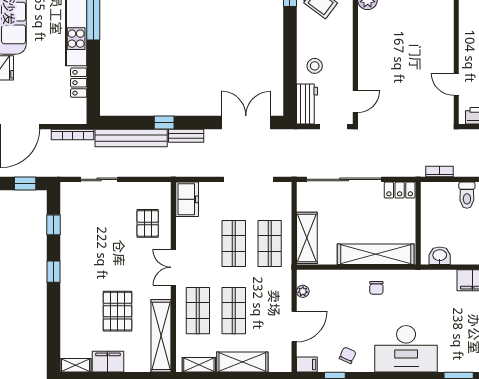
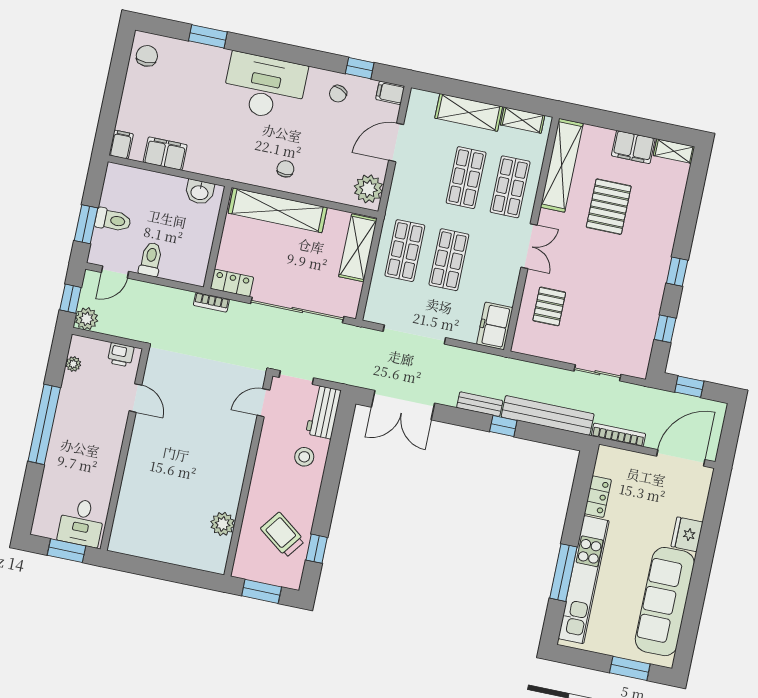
bookcase: (440, 172) -> (211, 302), moved
plant: (303, 291) -> (368, 189), width x1.87, depth x1.87

